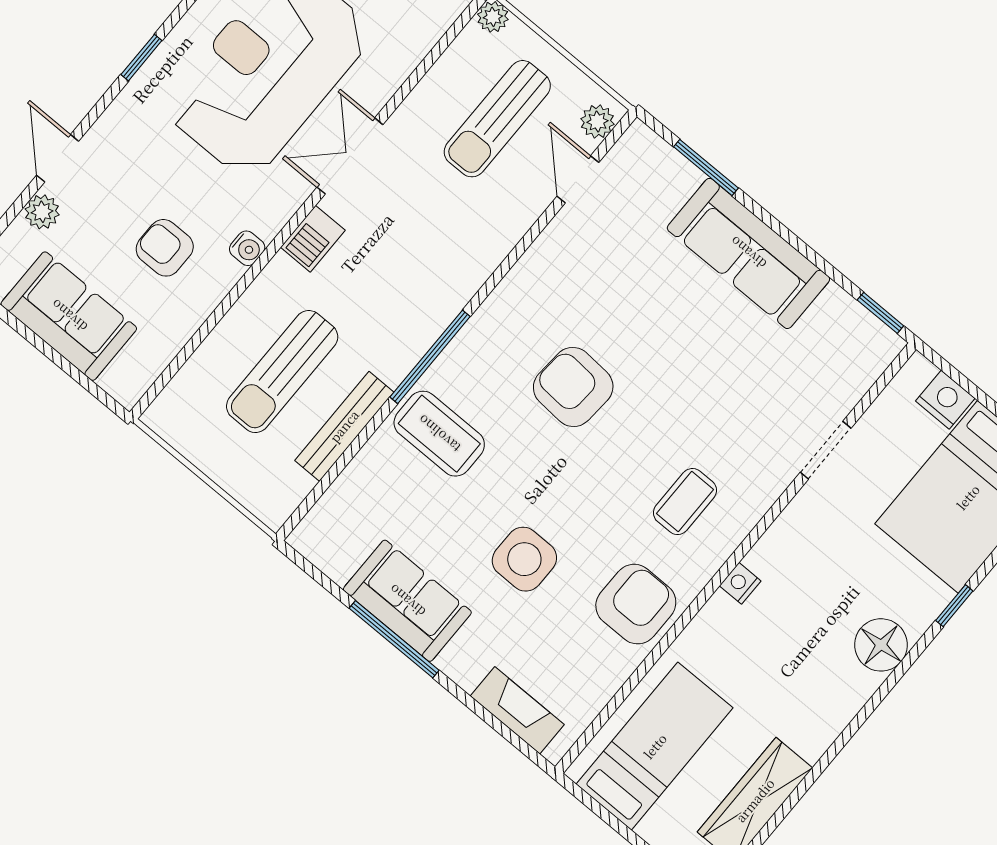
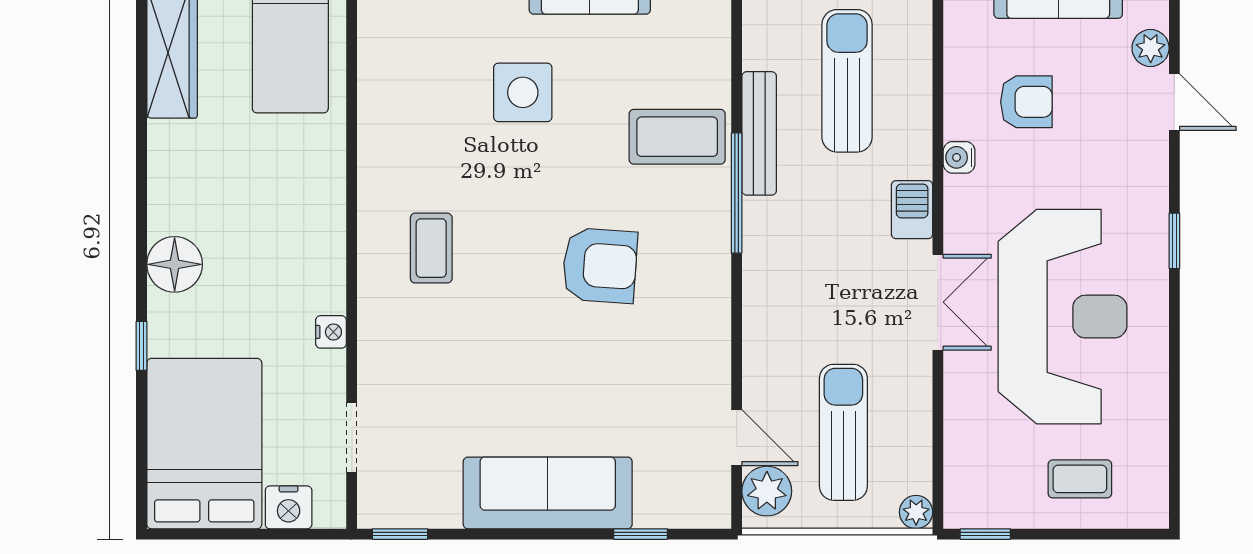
plant: (597, 121) -> (767, 491), width x1.38, depth x1.38
window: (706, 167) -> (641, 534), width x0.67
bench: (344, 426) -> (759, 133), moved
doorway: (826, 450) -> (352, 437), moved
nightstand: (740, 583) -> (331, 332), moved
armchair: (636, 604) -> (402, 131), removed

